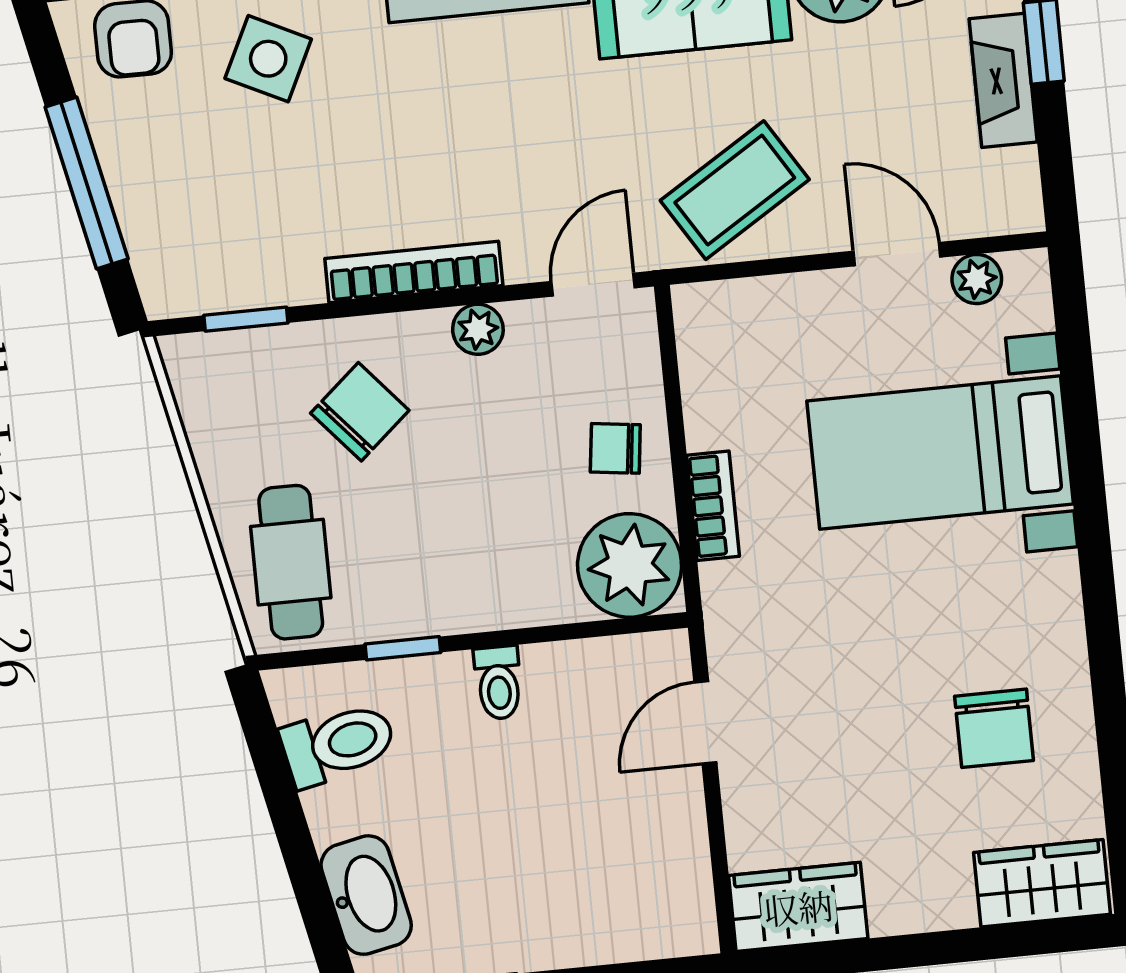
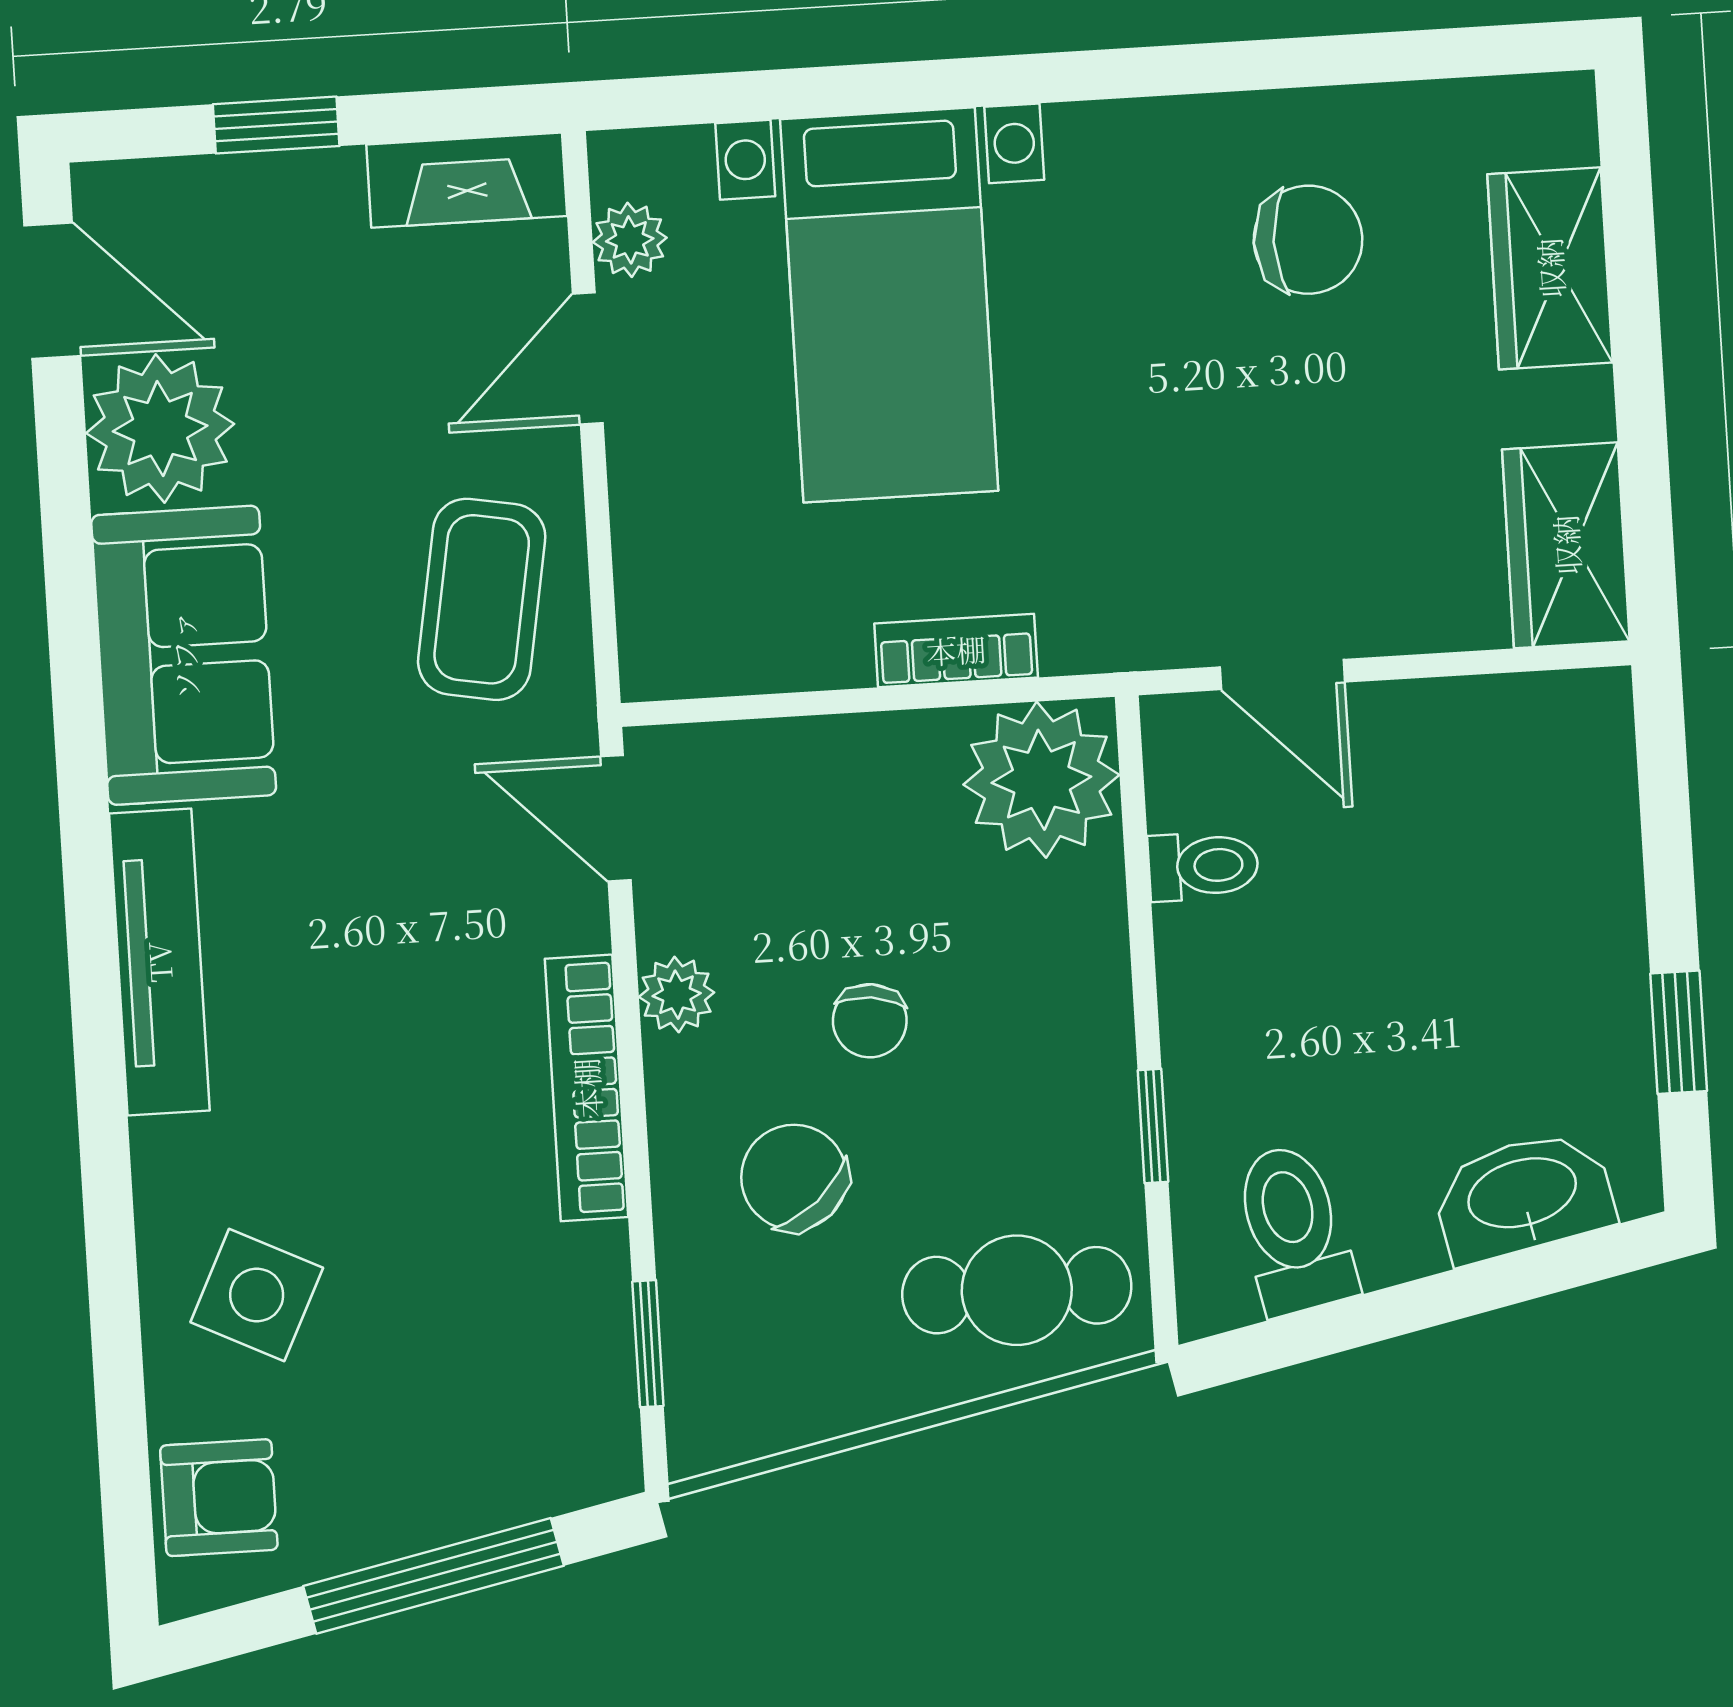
fireplace: (1003, 80) -> (467, 180), moved
coffee table: (735, 190) -> (482, 599), turned 42
chair: (615, 448) -> (870, 1021), moved
toilet: (498, 683) -> (1203, 866), moved
wardrobe: (1042, 883) -> (1550, 268), moved

